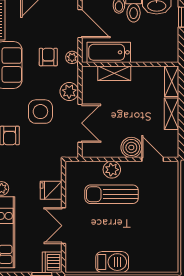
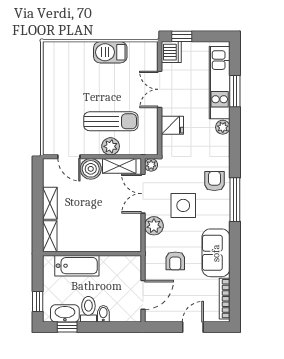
door: (80, 24) -> (143, 295), swing flipped
bathtub: (109, 52) -> (77, 266), moved
plant: (72, 57) -> (151, 165), moved
shelving: (114, 73) -> (119, 166), moved
double door: (64, 226) -> (160, 89), swing flipped

